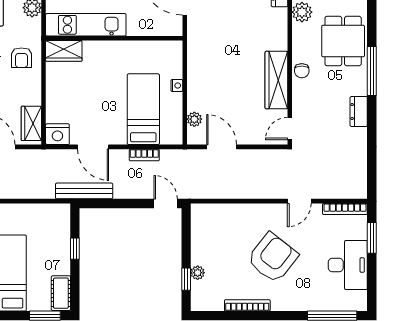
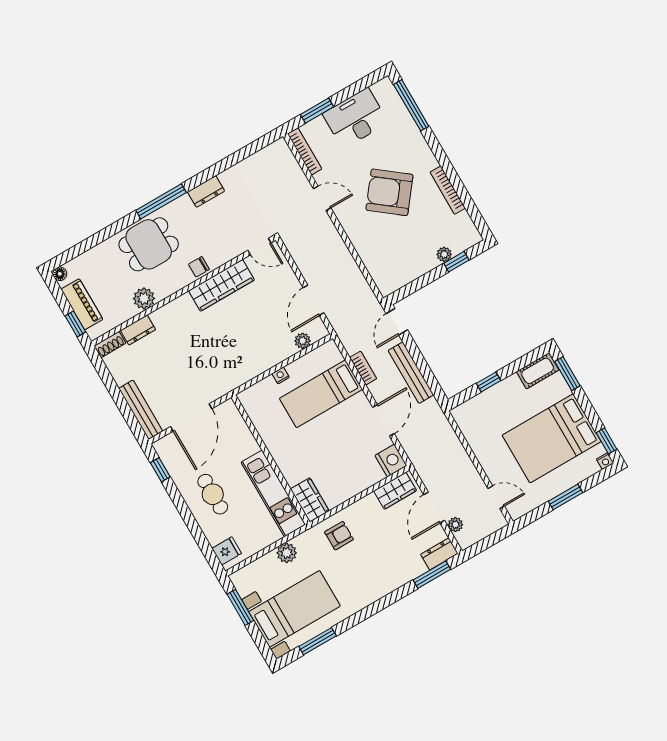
chair: (302, 71) -> (199, 267), turned 180
bench: (84, 191) -> (411, 373), moved

